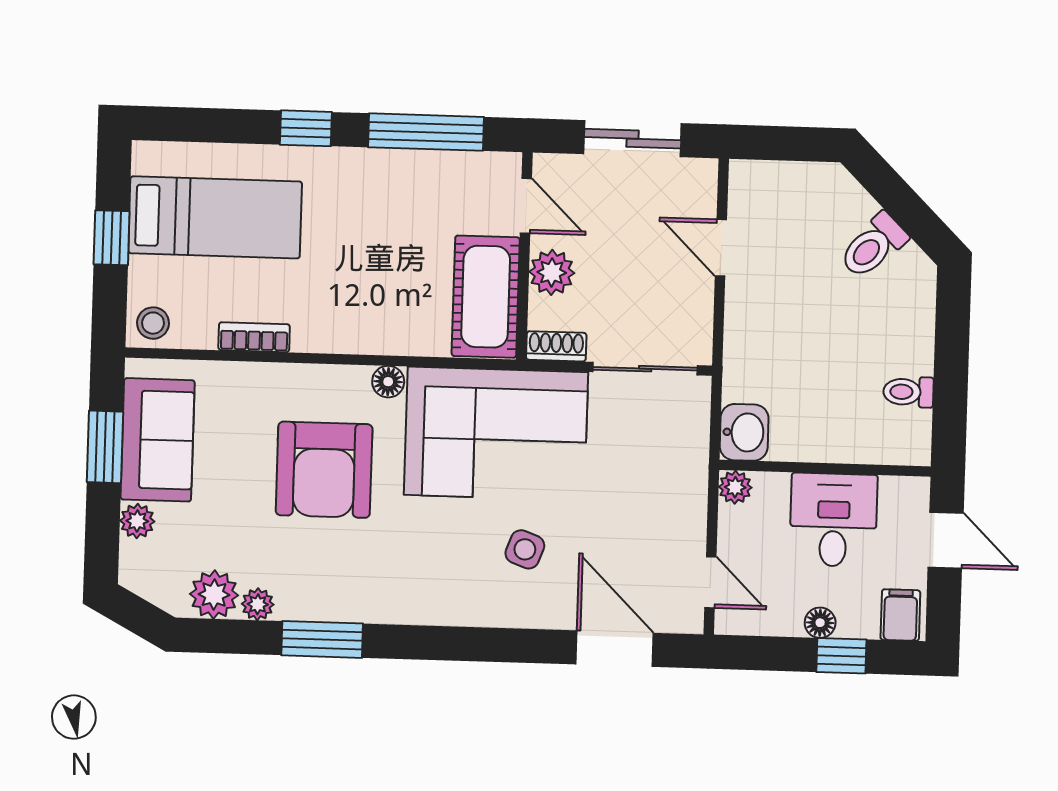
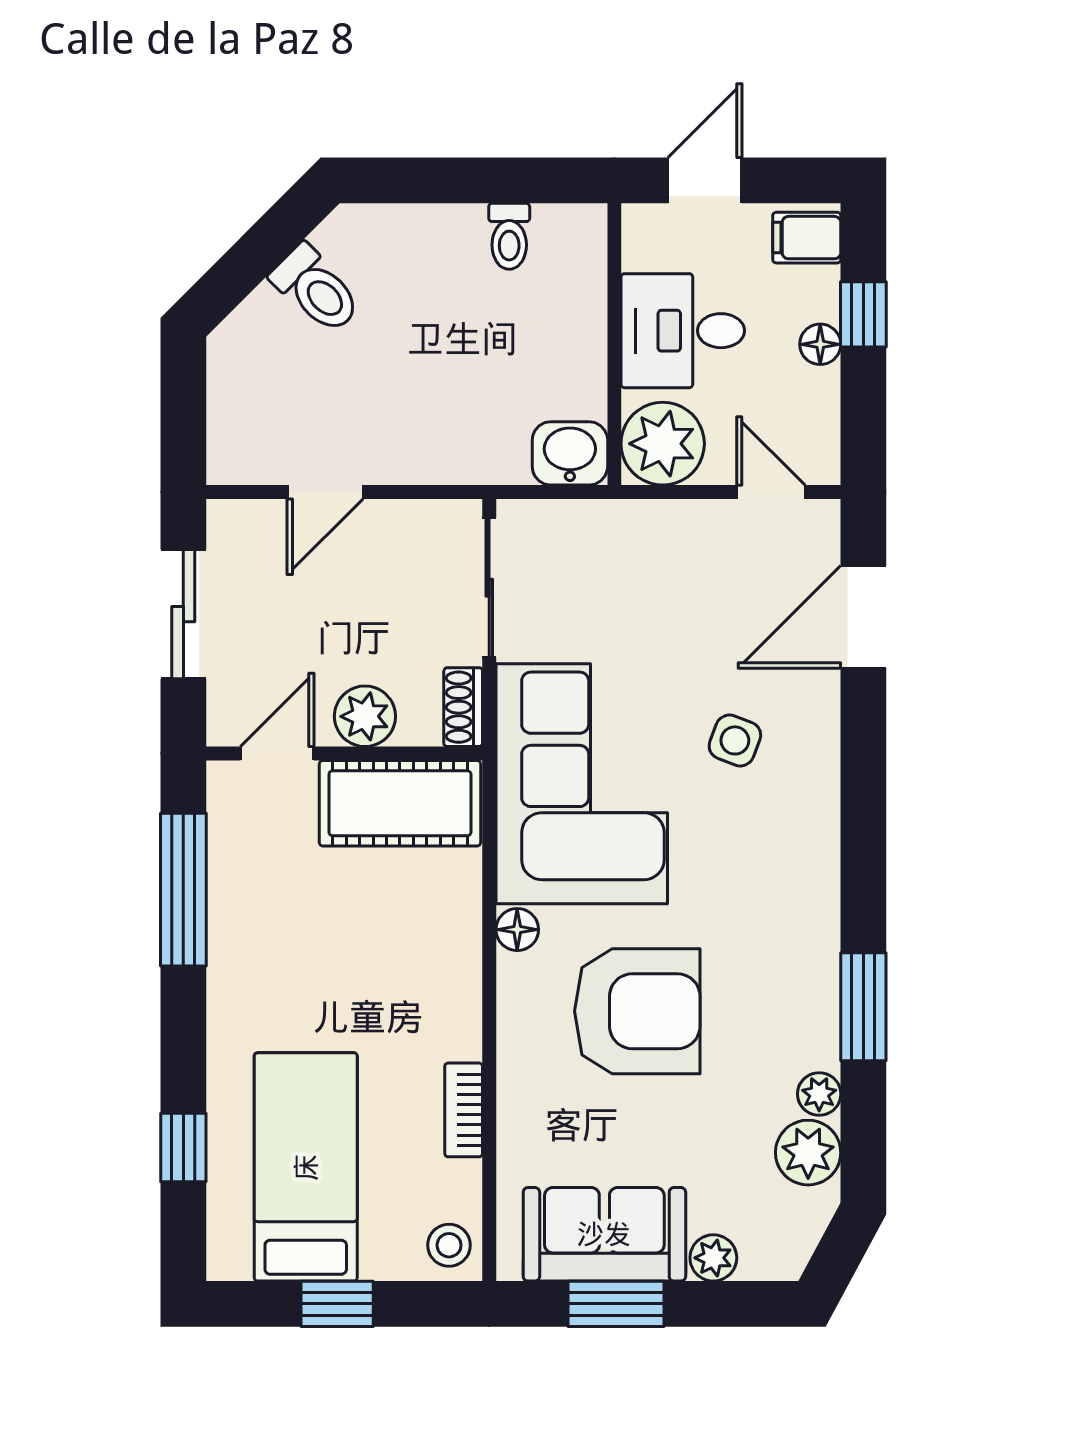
window: (306, 128) -> (183, 1148), moved
plant: (735, 487) -> (663, 444), width x1.88, depth x1.88
door: (710, 582) -> (771, 492), hinge flipped

